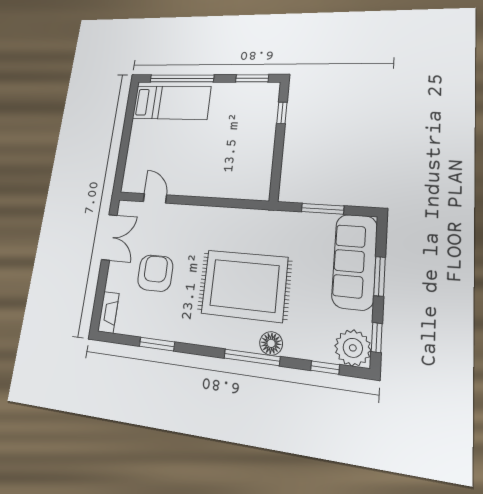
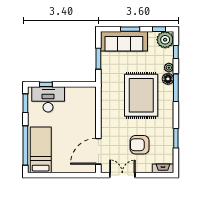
desk: (255, 116) -> (48, 99), added
door: (155, 198) -> (98, 151), width x1.87
plant: (294, 348) -> (169, 68), added

